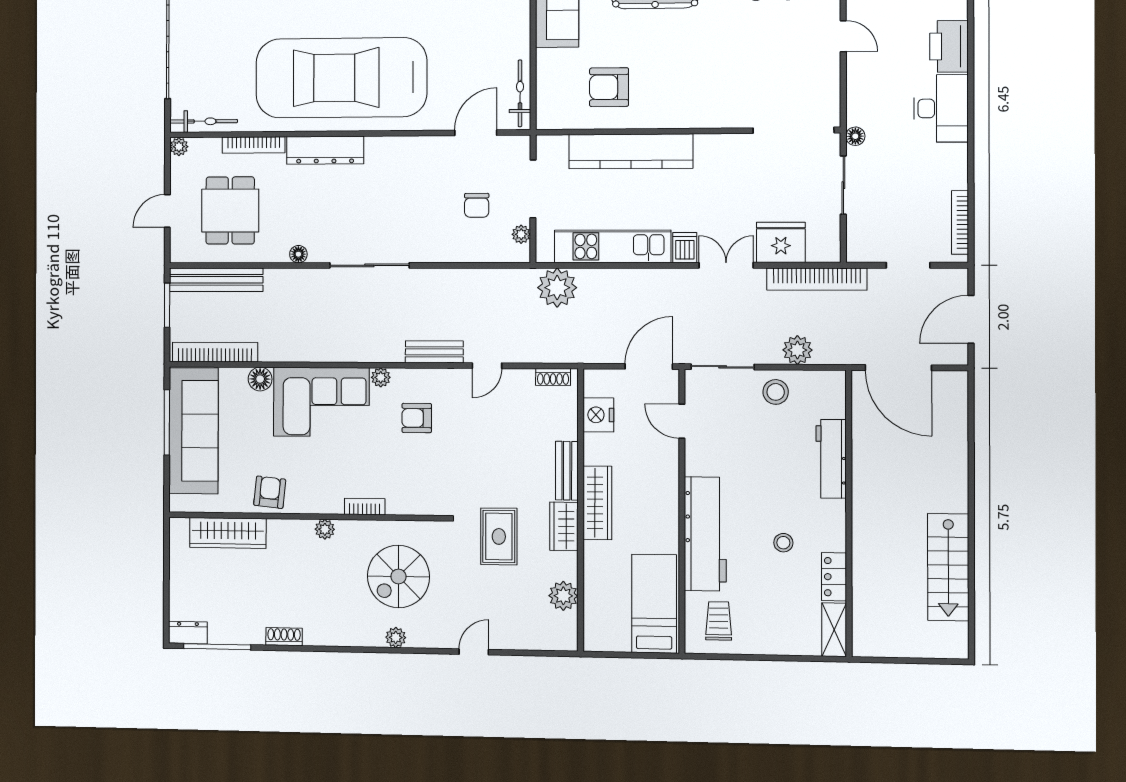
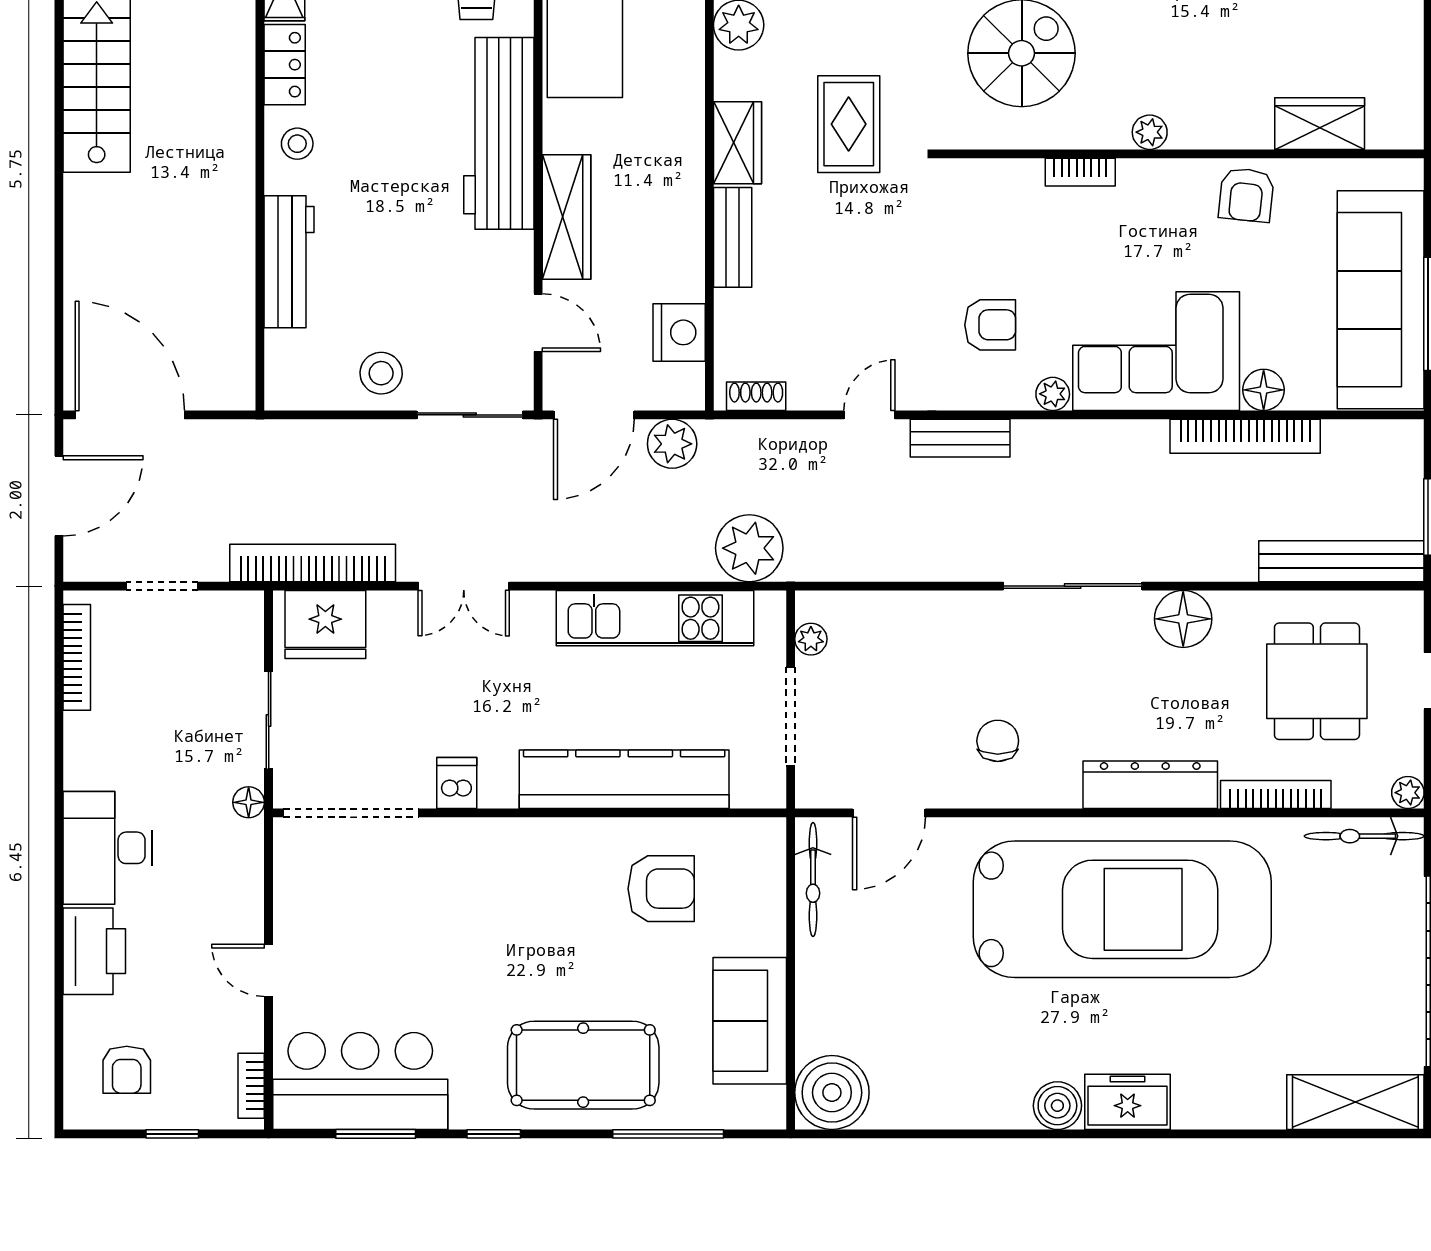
chair: (477, 205) -> (998, 741), moved
fridge: (781, 242) -> (325, 624), moved
dishwasher: (685, 248) -> (457, 783), moved, turned 180
floor lamp: (298, 254) -> (1183, 619), width x1.89, depth x1.89
plant: (797, 350) -> (672, 444), moved
bookcase: (215, 352) -> (1245, 436), moved
door: (898, 368) -> (130, 415), moved
wardrobe: (597, 503) -> (567, 217), moved, turned 180
wardrobe: (228, 533) -> (1320, 124), width x0.67
stool: (783, 543) -> (297, 144), moved

